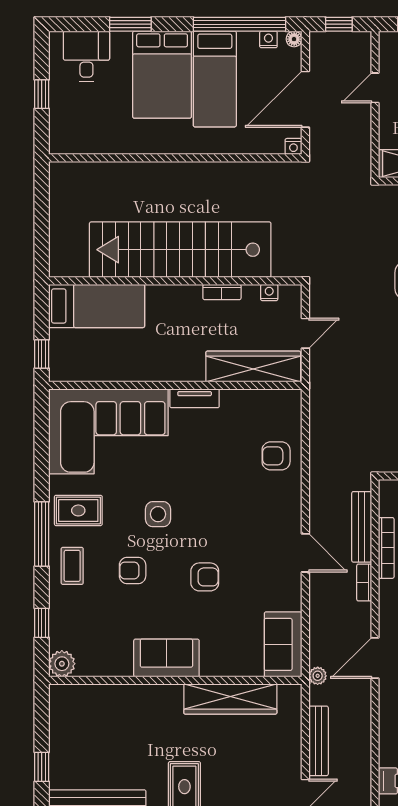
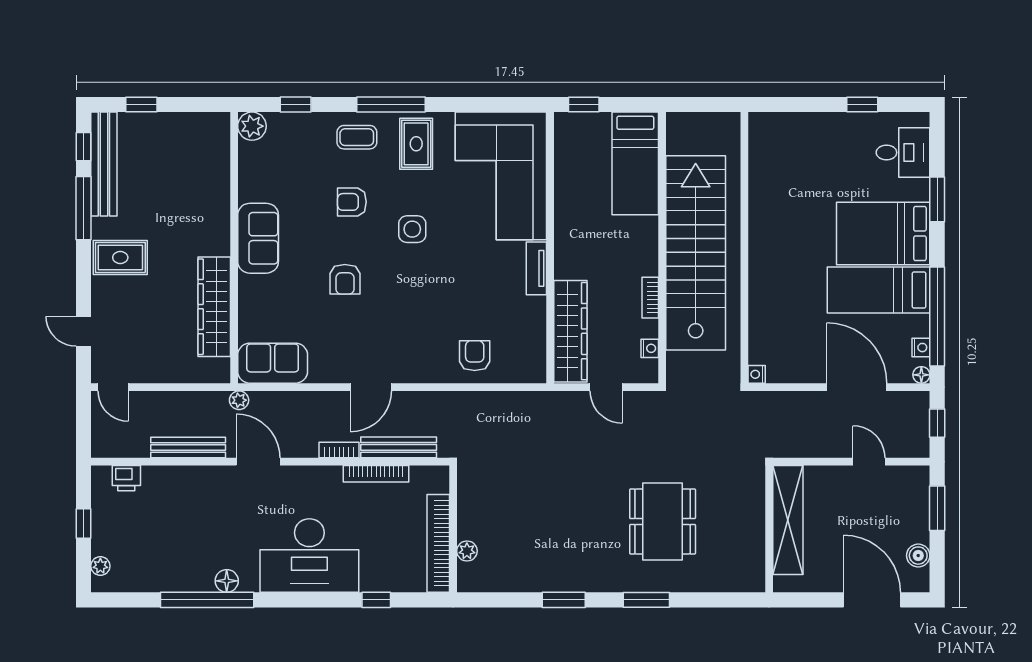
nightstand: (293, 146) -> (757, 374), moved
wall: (175, 158) -> (744, 248), moved
armchair: (133, 570) -> (352, 202), turned -90
bench: (319, 741) -> (188, 448), moved

